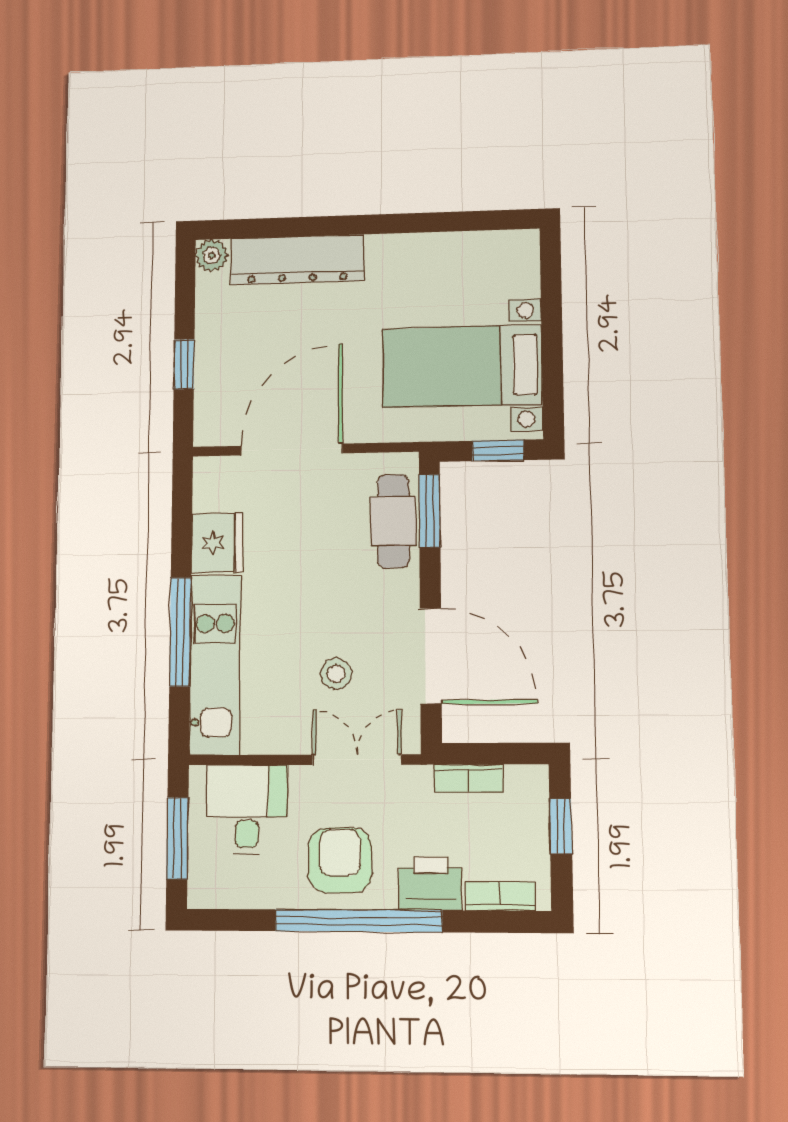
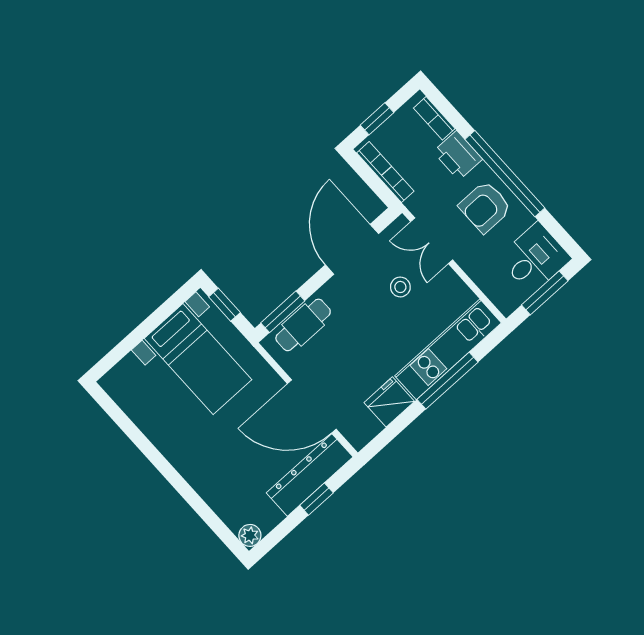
dresser: (297, 260) -> (310, 475), moved, turned -90
bookcase: (468, 778) -> (385, 172), width x1.56
desk: (247, 810) -> (535, 258), moved, turned 180

